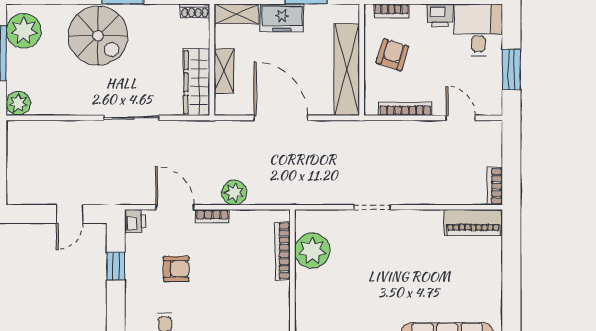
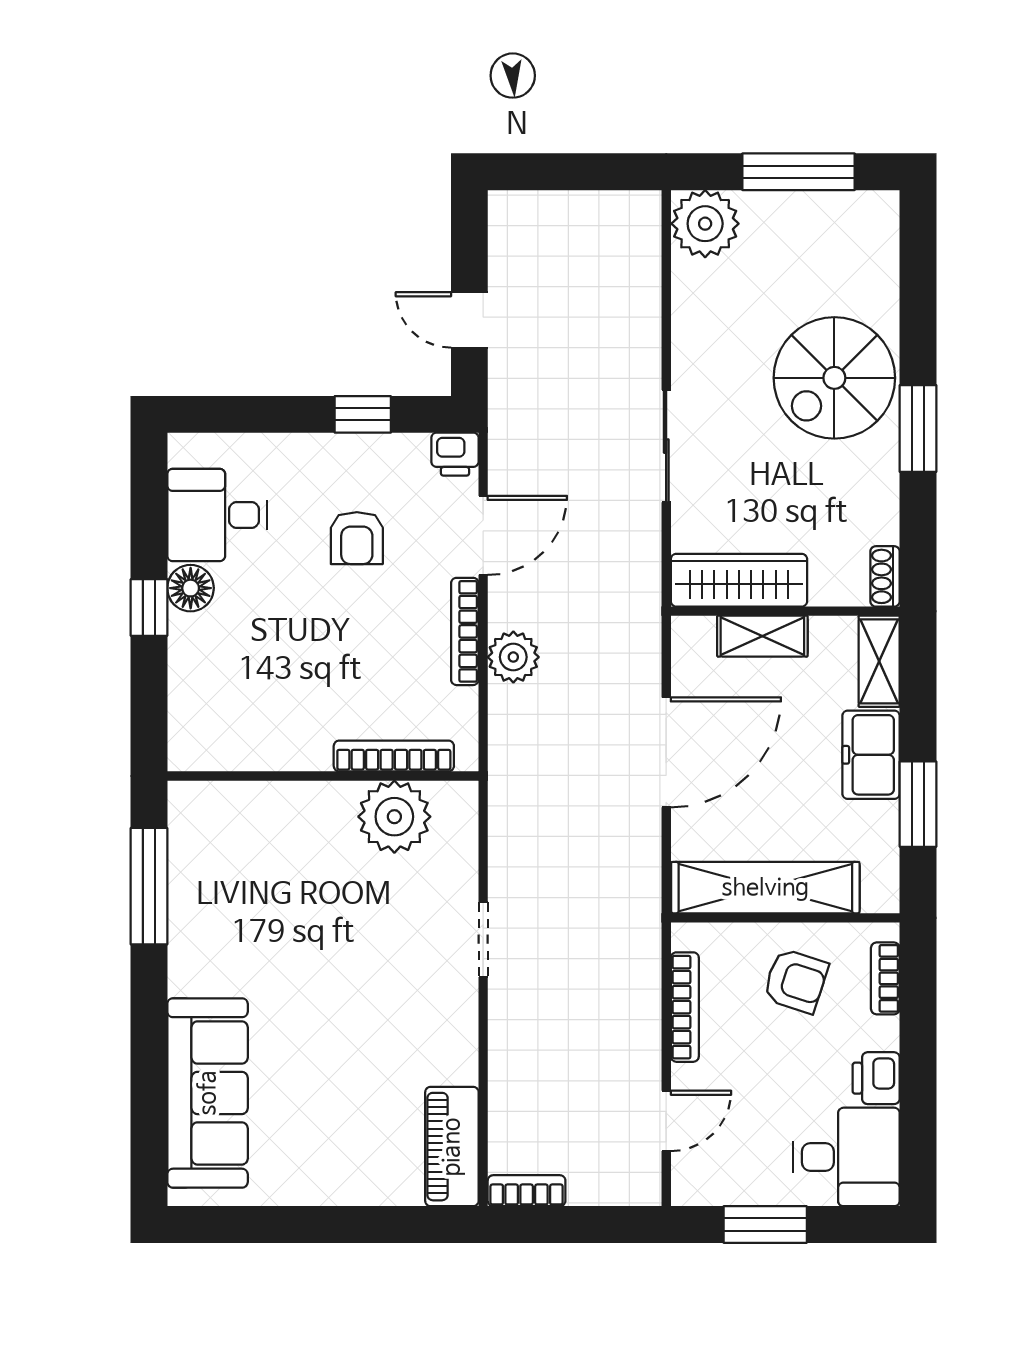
plant: (24, 31) -> (844, 226), removed
plant: (18, 103) -> (705, 224), width x1.36, depth x1.36
bookcase: (212, 216) -> (465, 631), width x1.56

